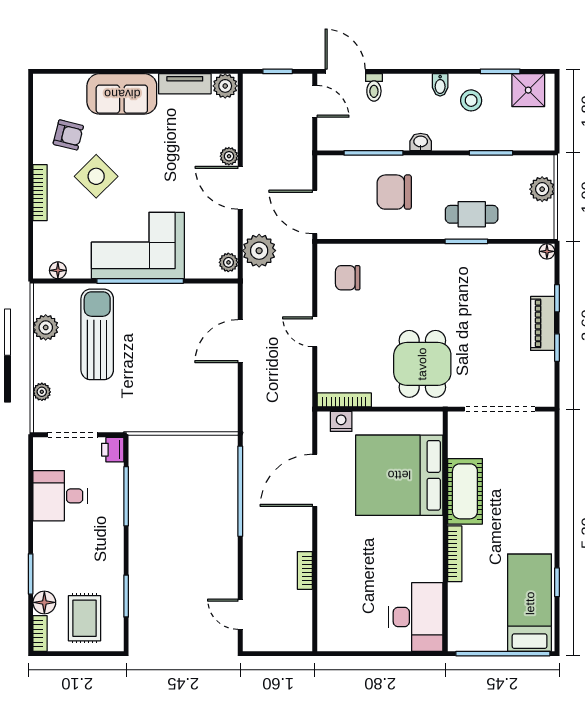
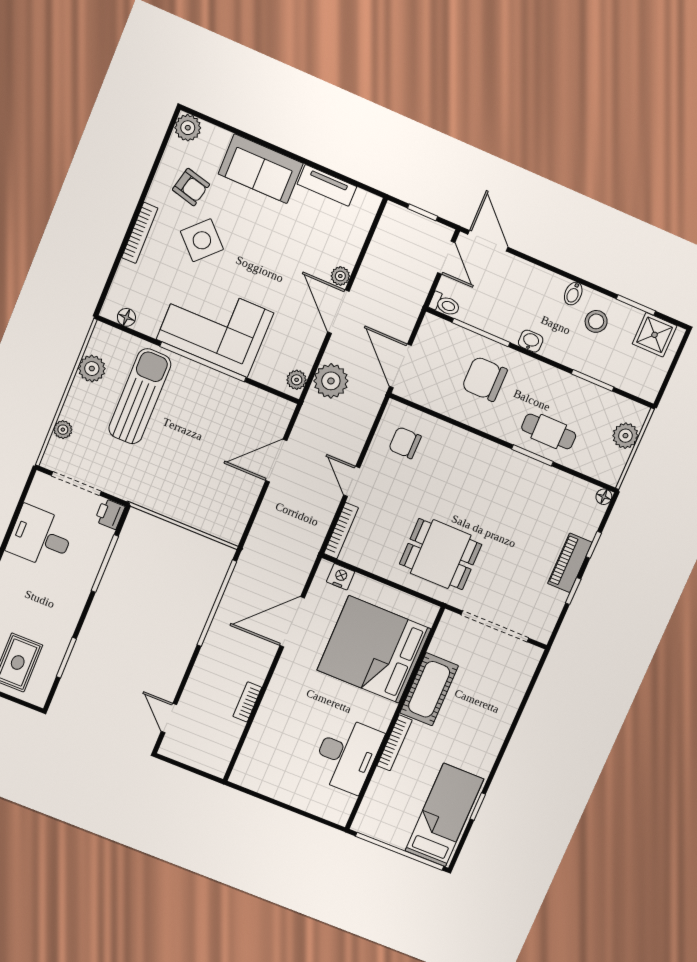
plant: (225, 86) -> (188, 128), moved
toilet: (374, 87) -> (445, 304), moved, turned -90
dining table: (422, 364) -> (441, 554), turned 90
bookcase: (344, 400) -> (341, 531), moved, turned 90
desk: (416, 617) -> (347, 755), moved

